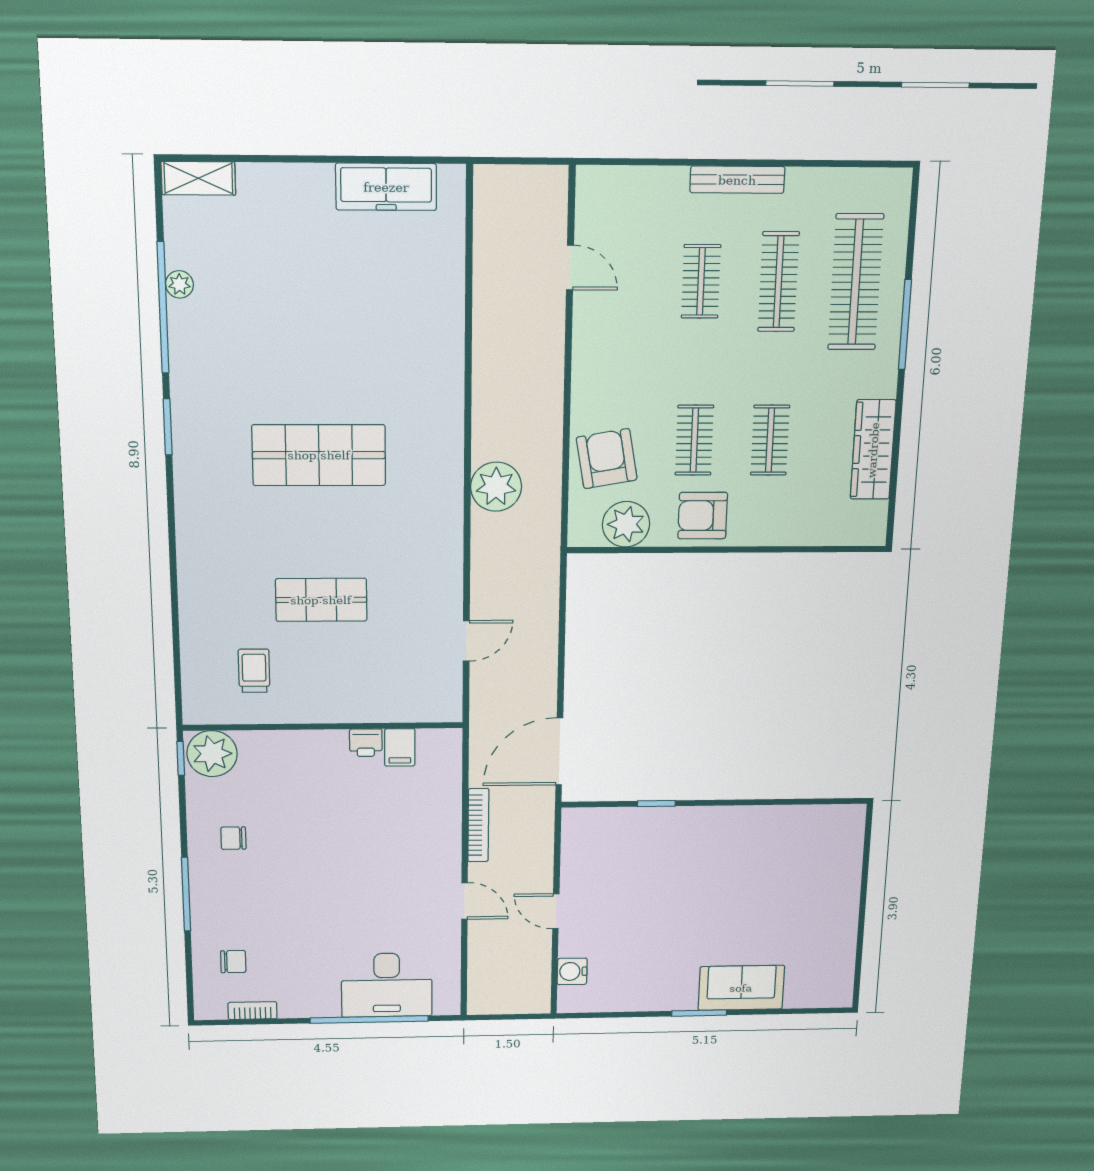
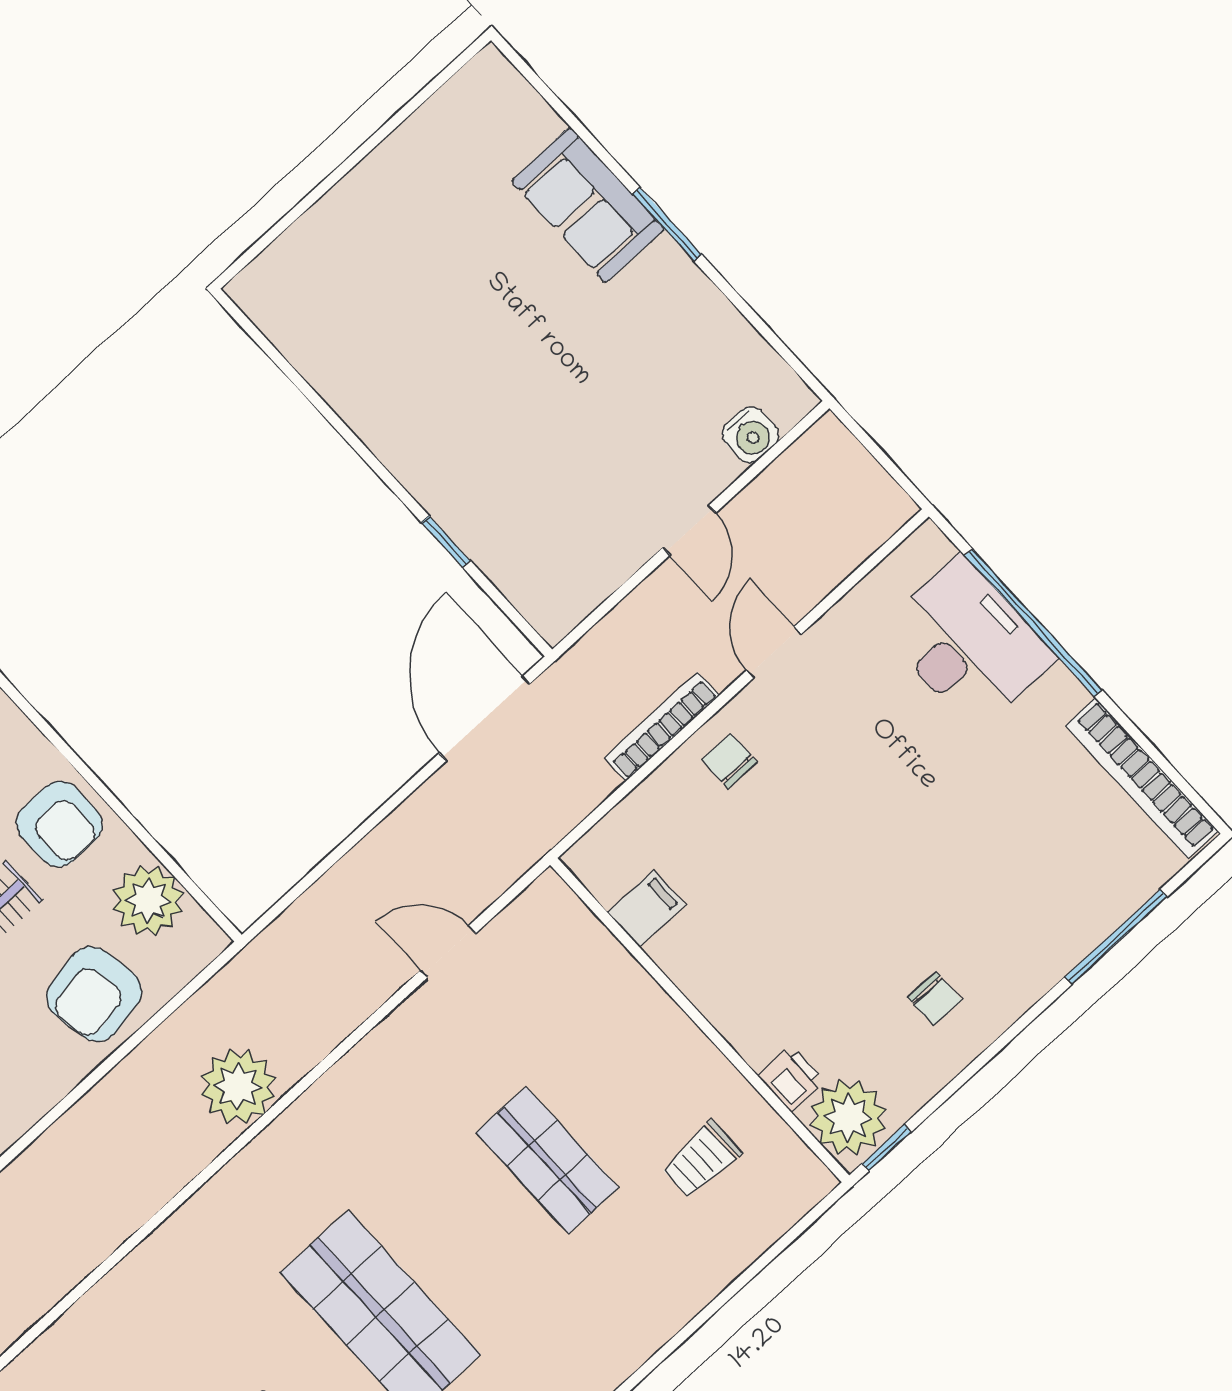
printer: (366, 743) -> (791, 1078), moved
door: (559, 751) -> (485, 718), swing flipped
window: (186, 894) -> (1116, 937), moved
chair: (233, 962) -> (729, 761), moved
bookcase: (253, 1011) -> (1142, 778), width x2.31, depth x1.31

